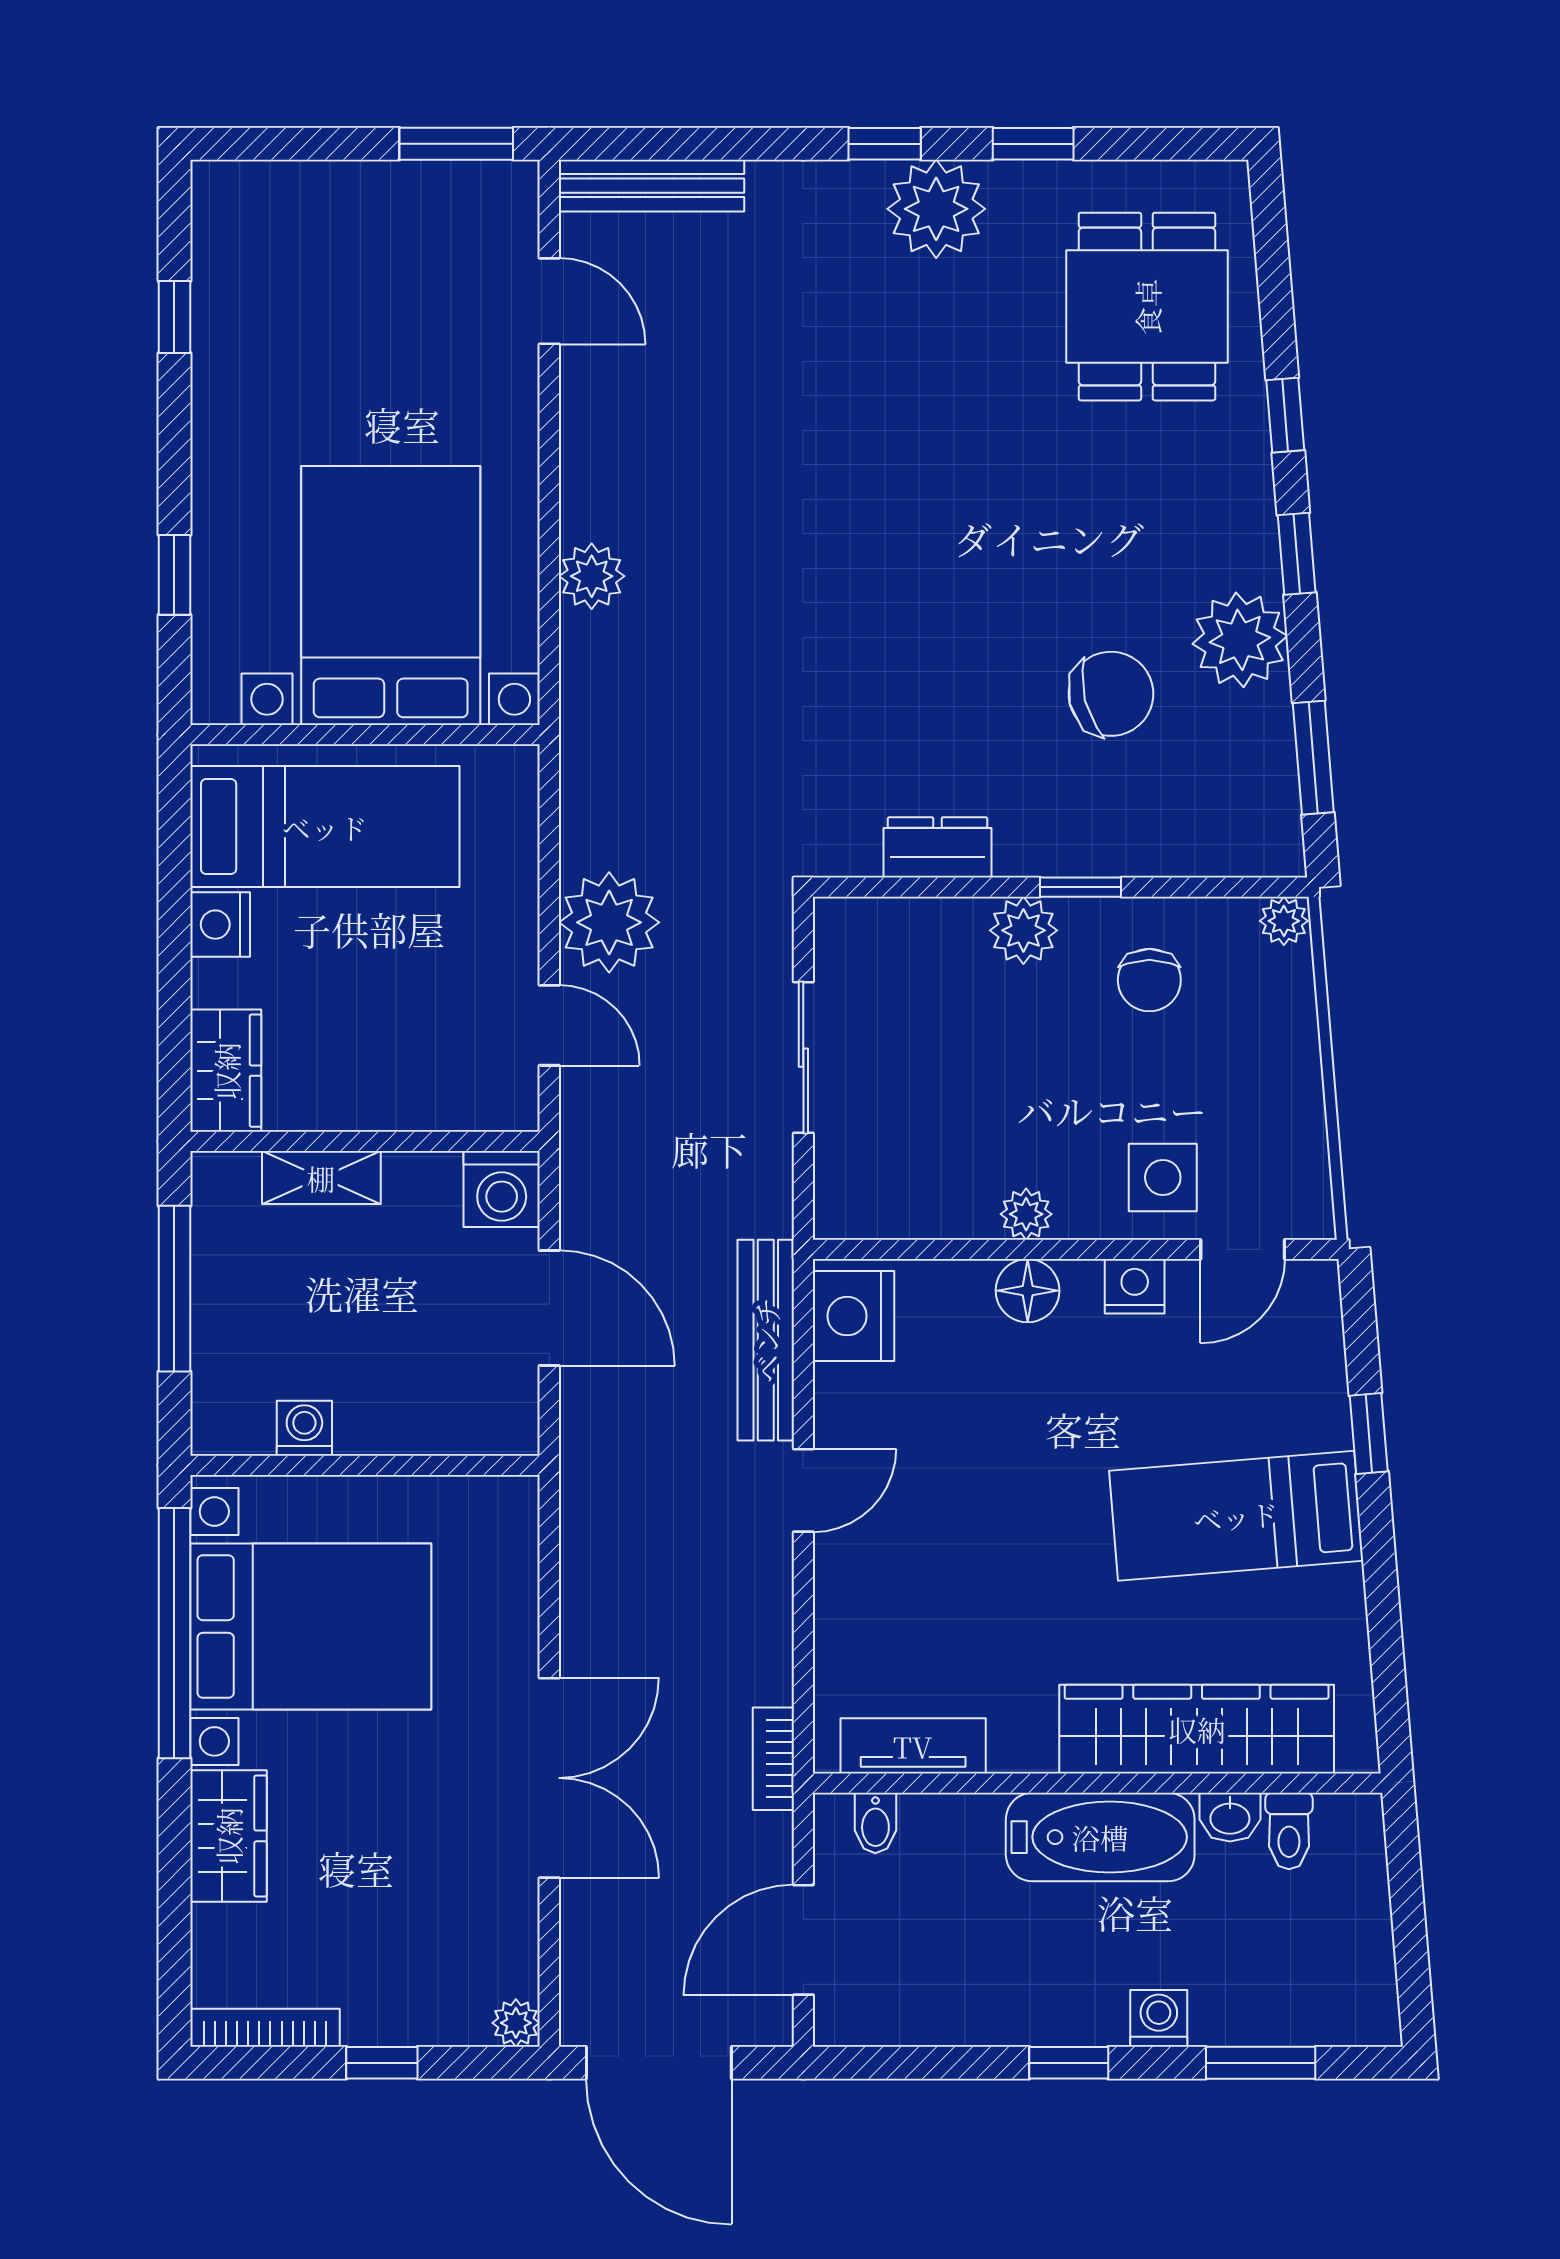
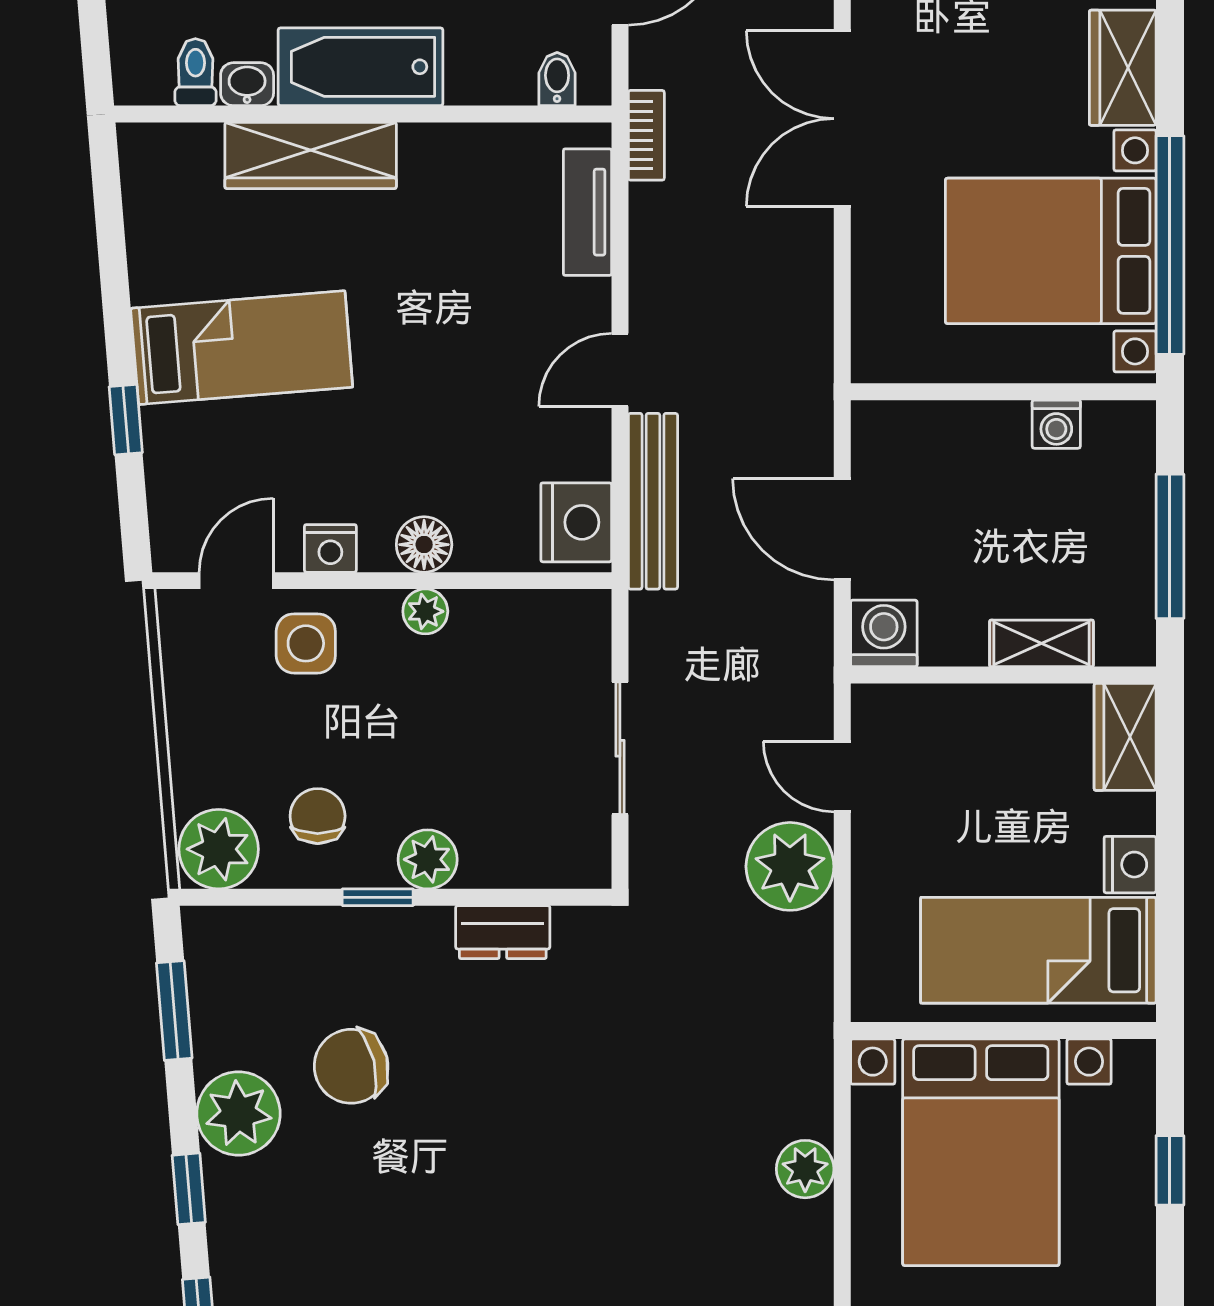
plant: (1284, 921) -> (219, 849), width x1.88, depth x1.88
wardrobe: (1197, 1729) -> (311, 155), width x0.71, depth x0.85
tv unit: (913, 1746) -> (587, 212), moved, turned 90

